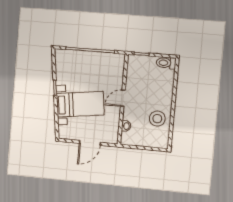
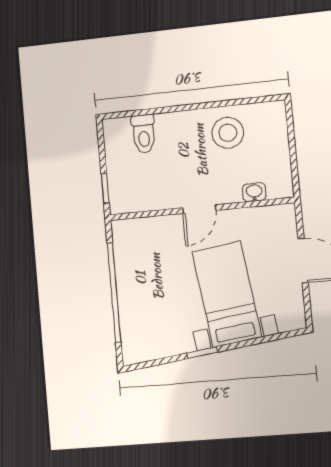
toilet: (166, 63) -> (144, 134), moved
door: (123, 98) -> (199, 209), hinge flipped

